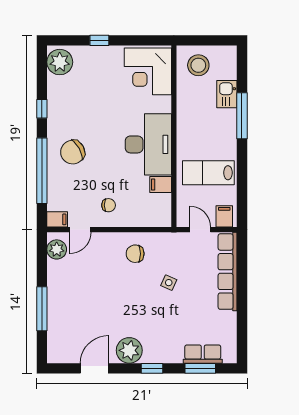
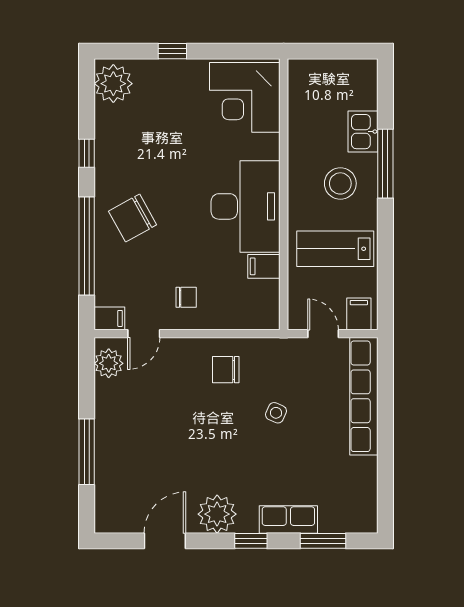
stool: (198, 65) -> (340, 183), moved
row of seats: (203, 354) -> (288, 519), moved

